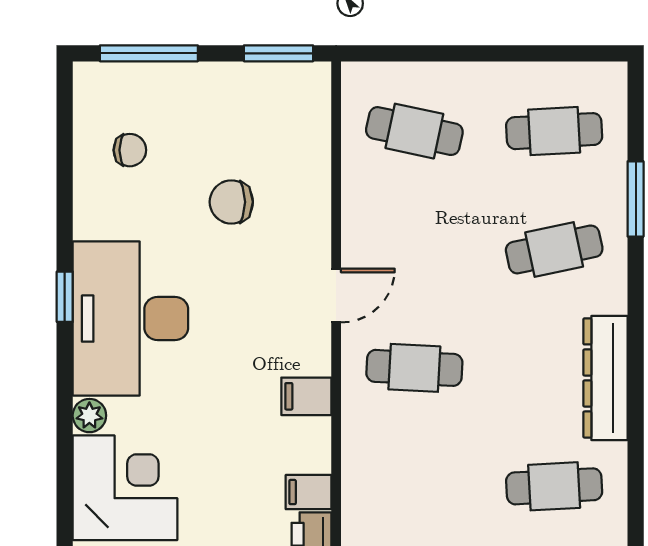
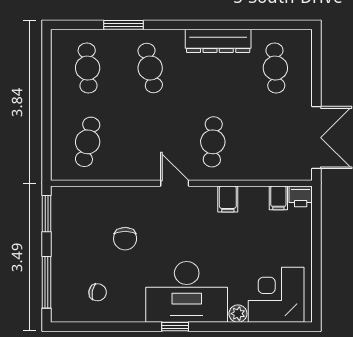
chair: (130, 150) -> (98, 292), turned 101

